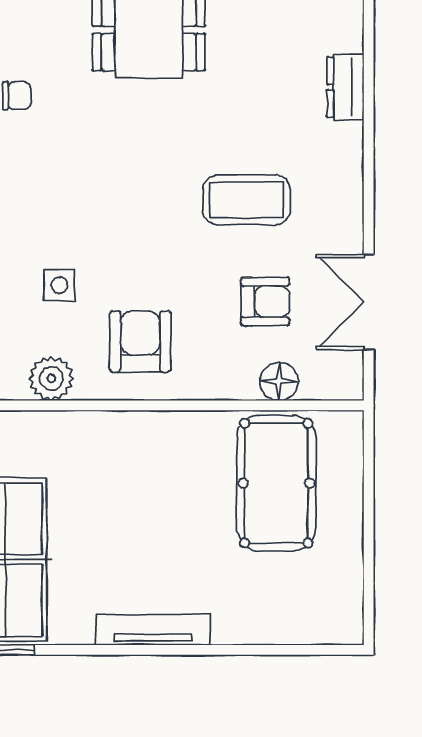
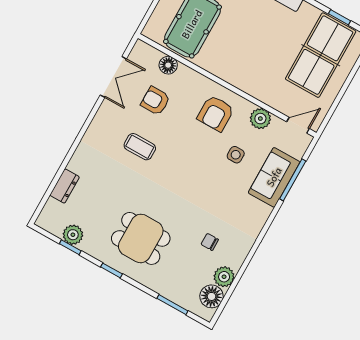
dresser: (345, 87) -> (65, 186), moved
coffee table: (246, 200) -> (140, 147), width x0.73, depth x0.77

